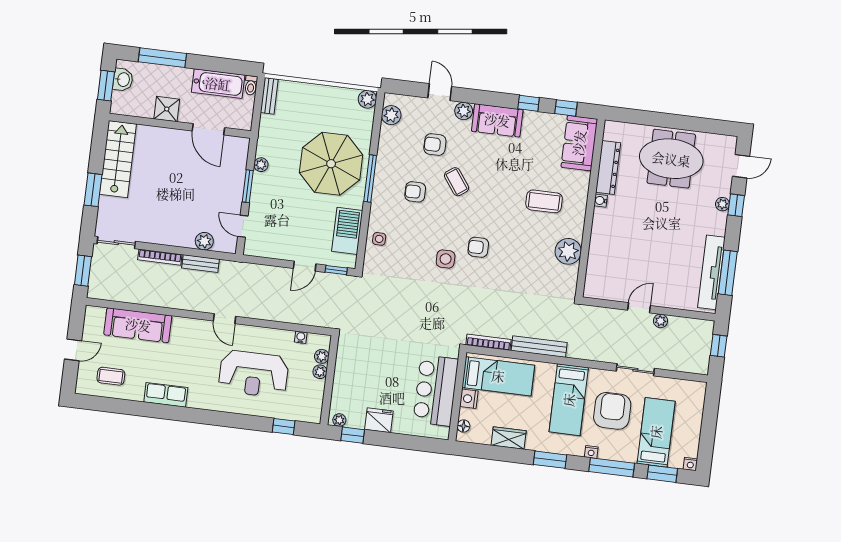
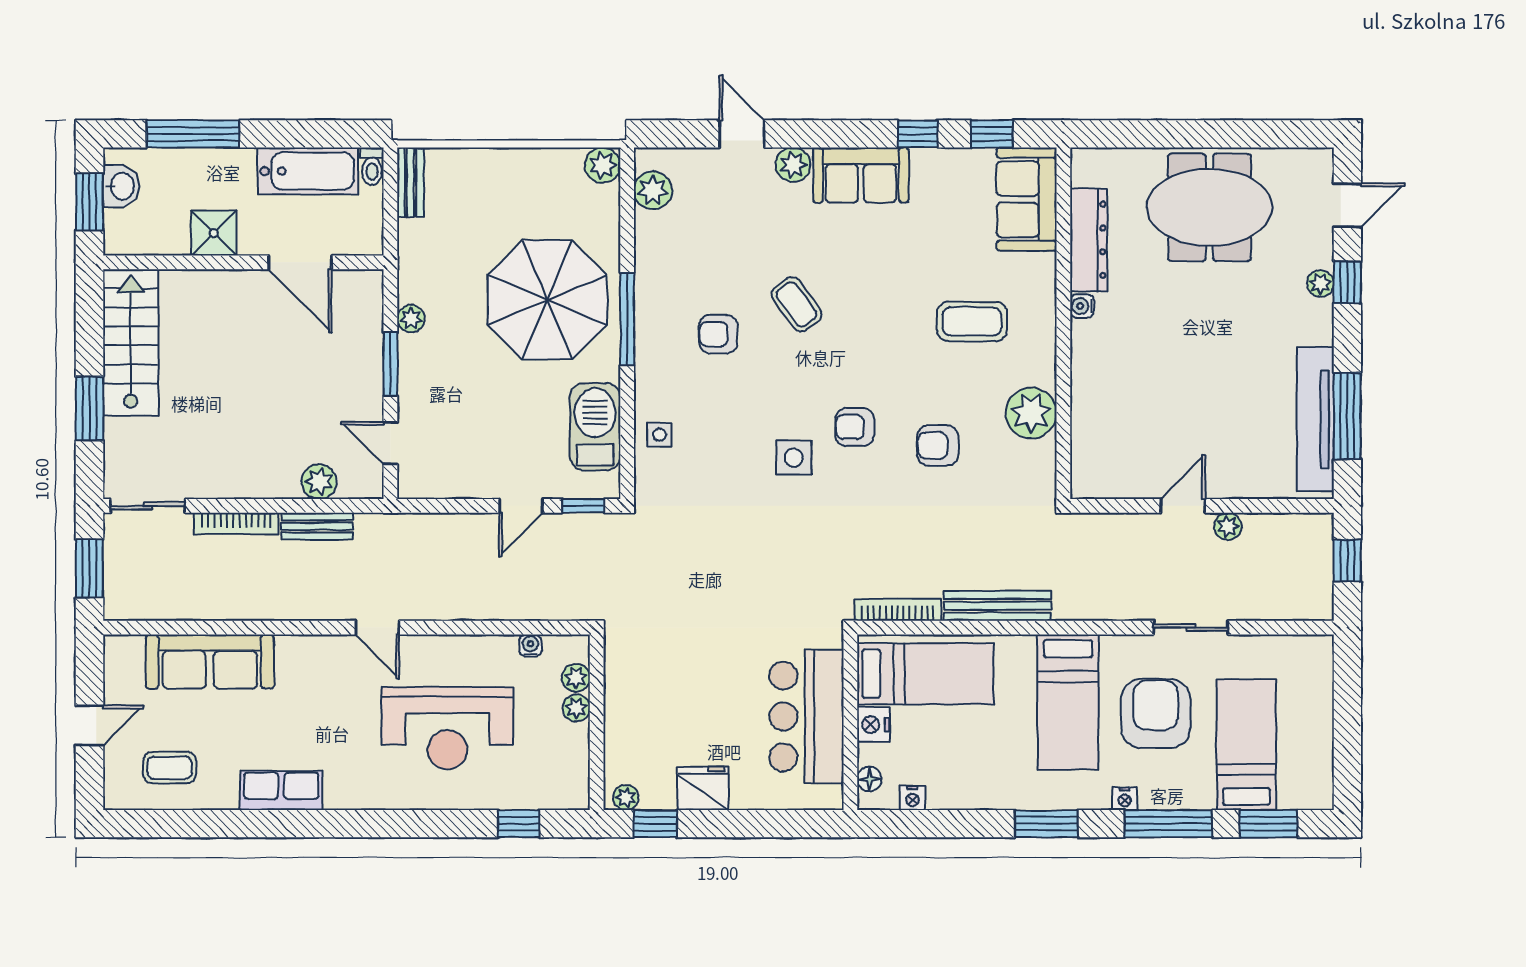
armchair: (435, 145) -> (938, 445), moved
wardrobe: (509, 438) -> (960, 791), removed
nightstand: (690, 464) -> (912, 798), moved

